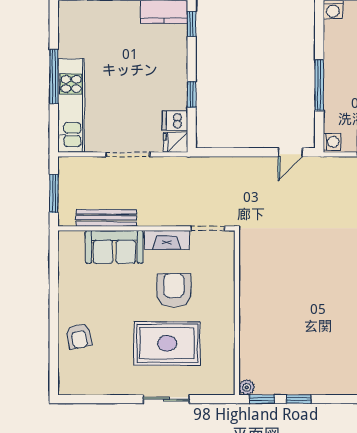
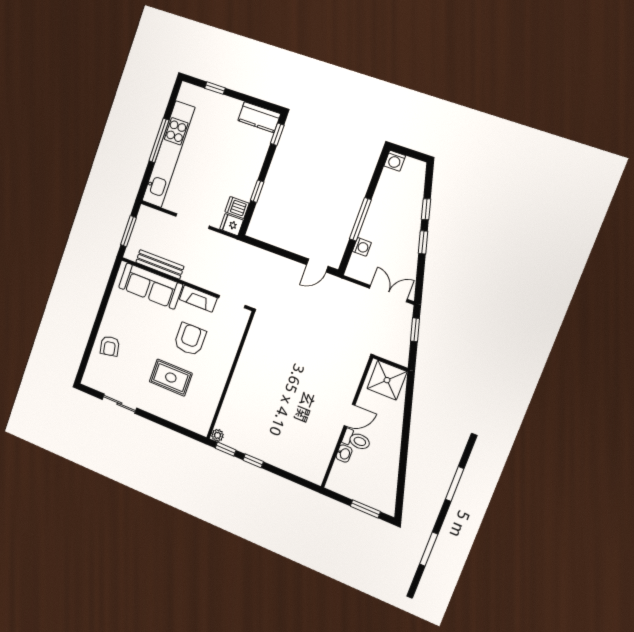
kitchen unit: (71, 106) -> (168, 154), width x1.36
washing machine: (332, 142) -> (362, 247), moved
sofa: (114, 247) -> (151, 286), width x1.36
rug: (167, 343) -> (171, 378), width x0.73, depth x0.70
sliding door: (166, 399) -> (119, 404), moved

